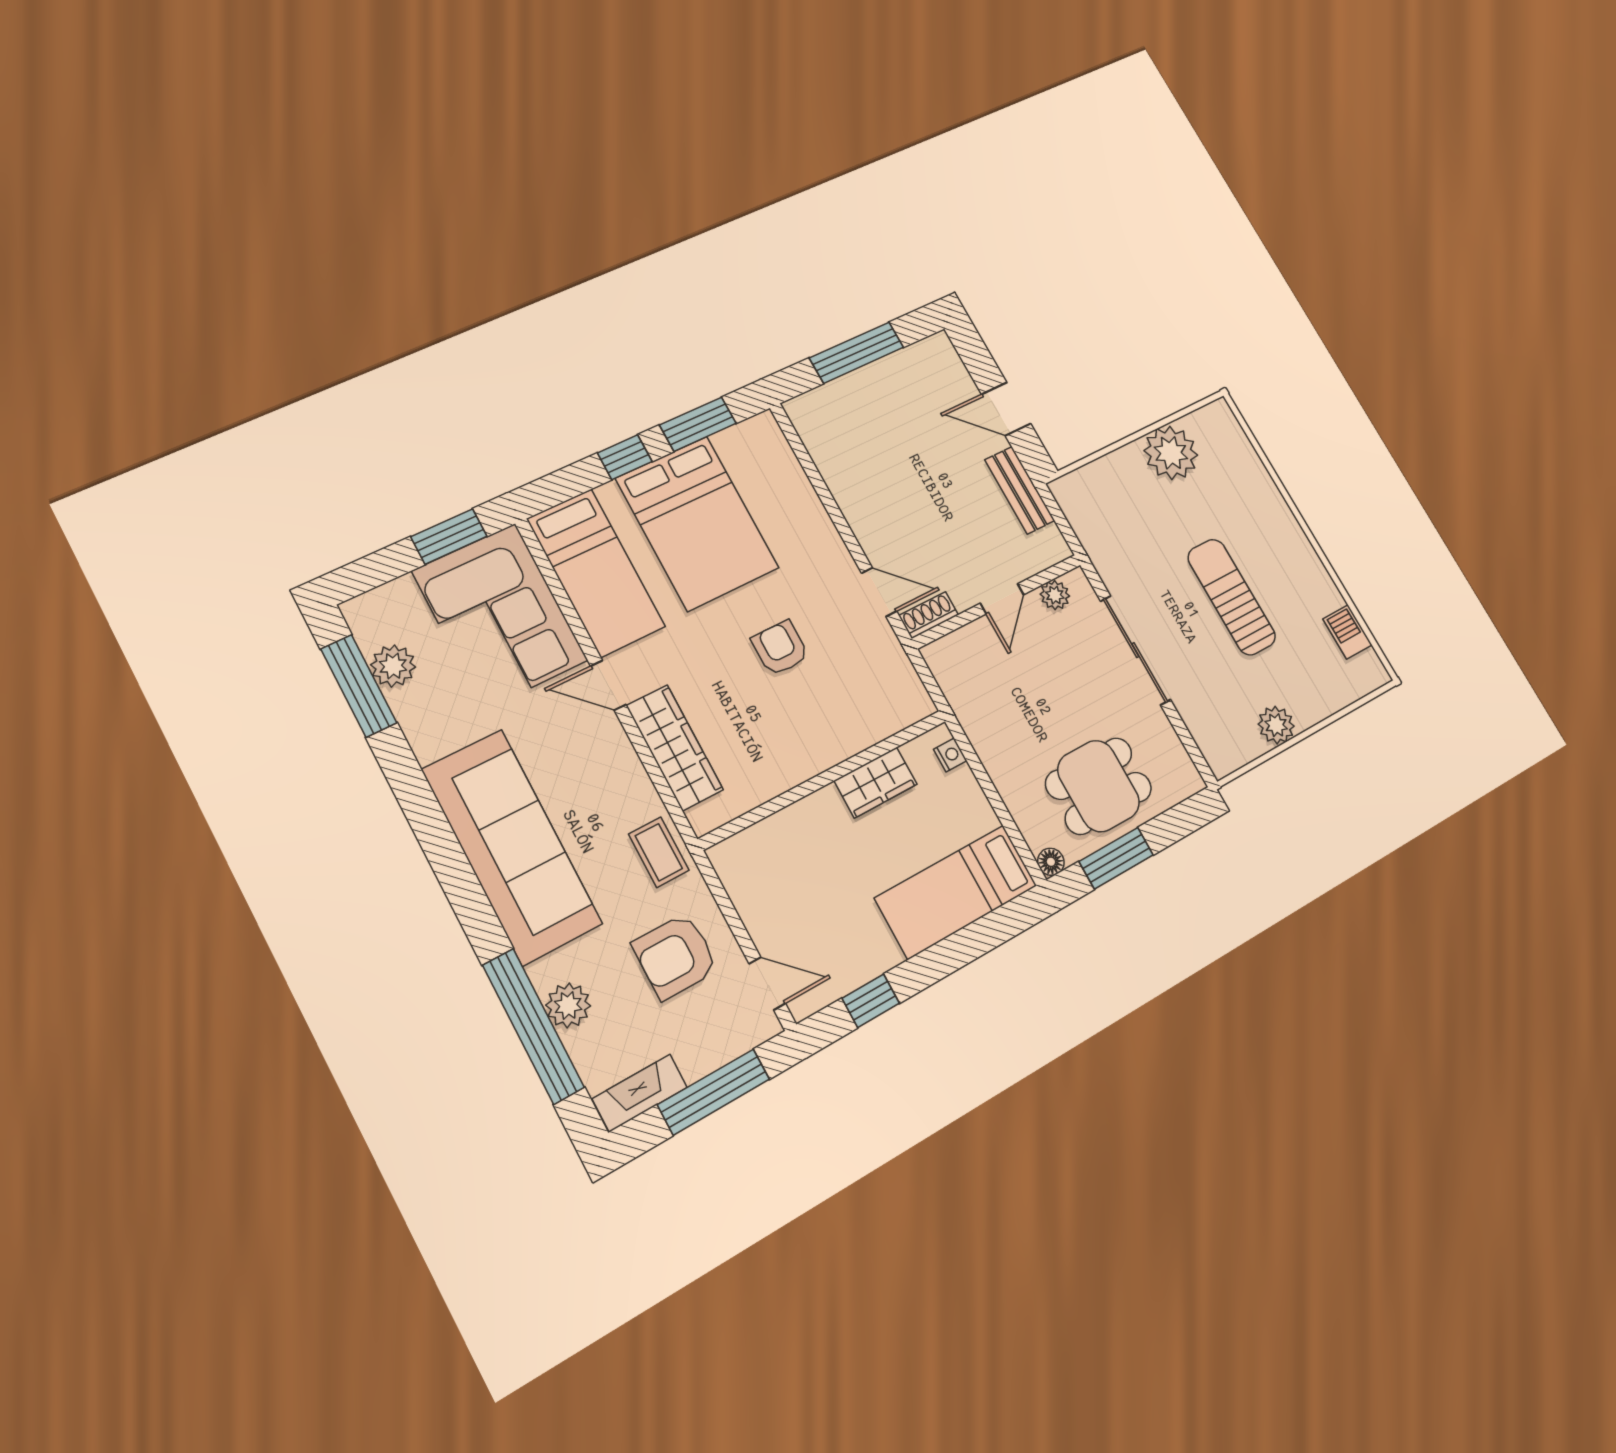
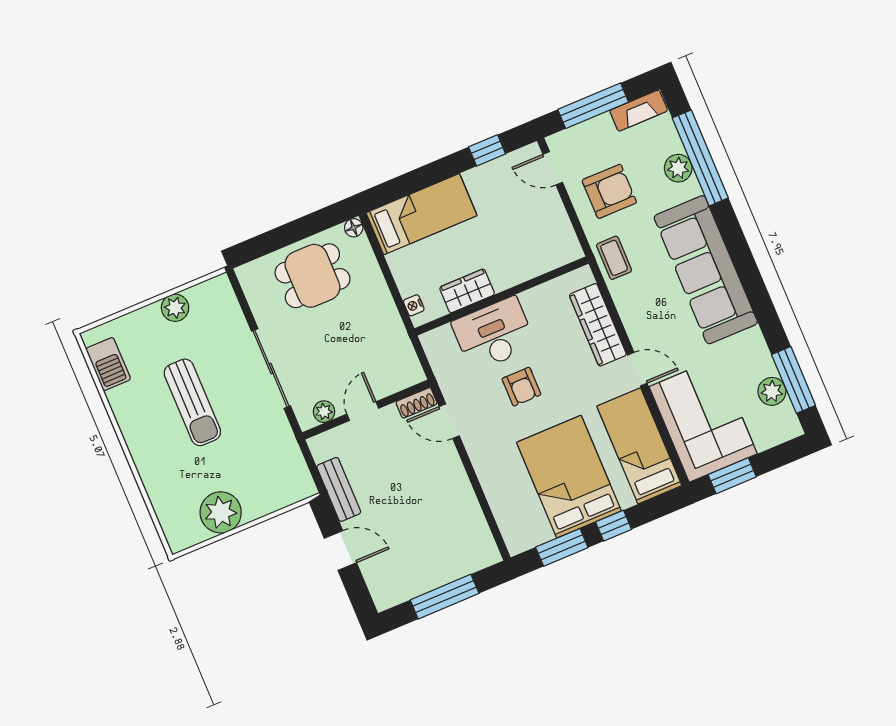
barbecue: (1347, 632) -> (108, 364), width x1.38, depth x1.27
desk: (829, 722) -> (494, 334), added
window: (1116, 858) -> (307, 226), removed

